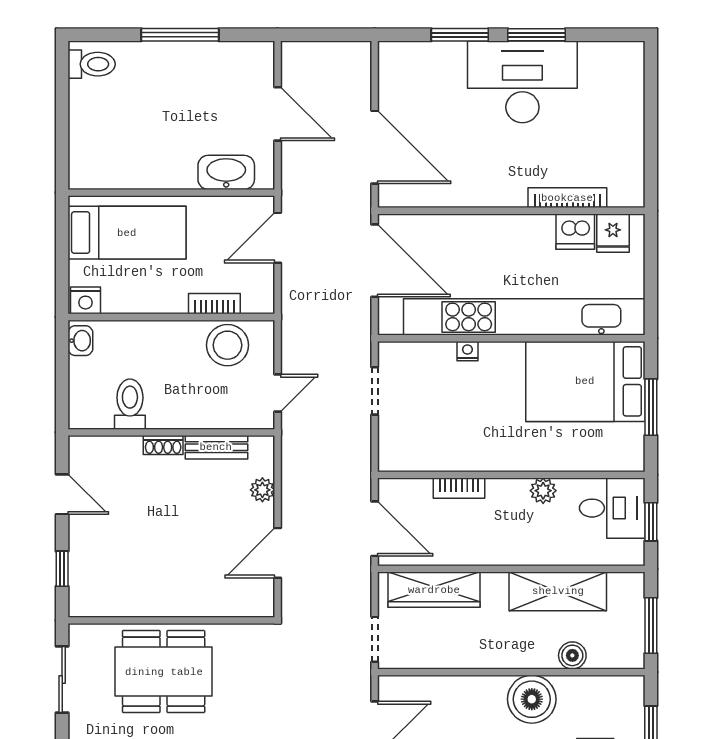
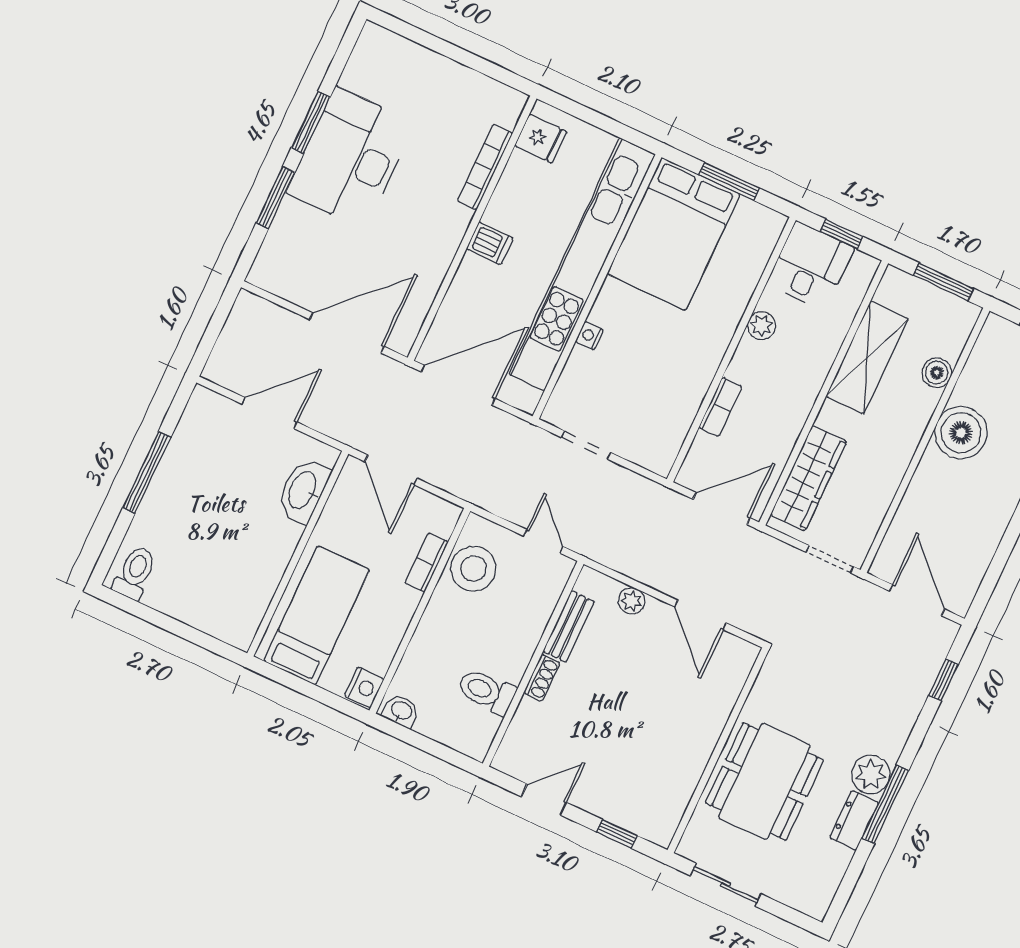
dishwasher: (575, 232) -> (490, 243), moved, width x0.73

